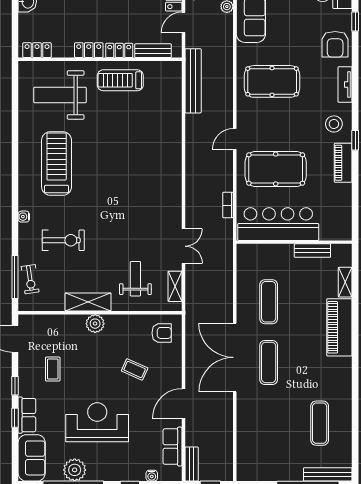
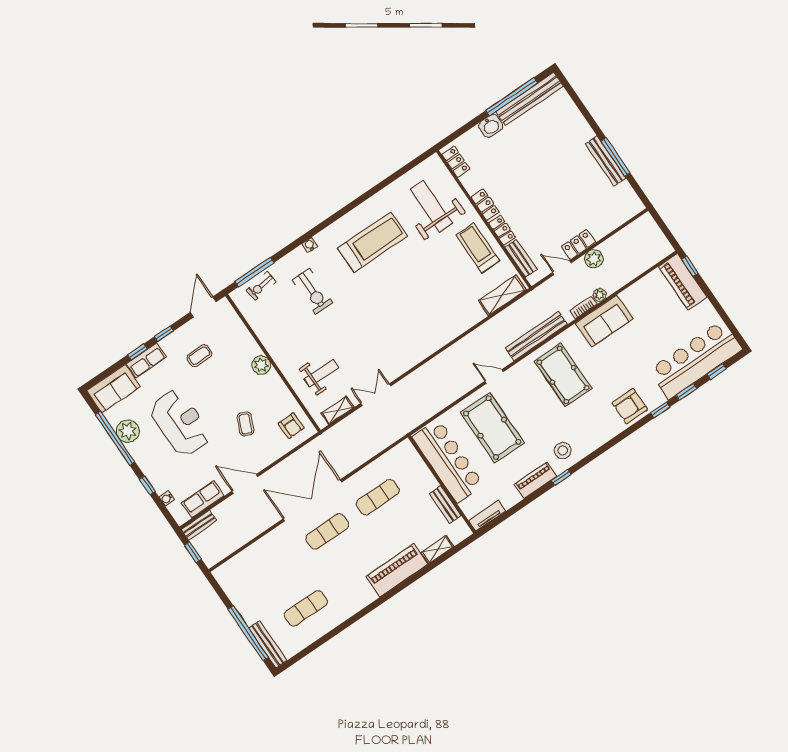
bench: (193, 81) -> (536, 336), moved
tv unit: (345, 85) -> (487, 516), moved
bookcase: (228, 205) -> (583, 307), moved
double door: (183, 246) -> (376, 395), swing flipped
shelving: (88, 302) -> (502, 295), moved, turned 90

